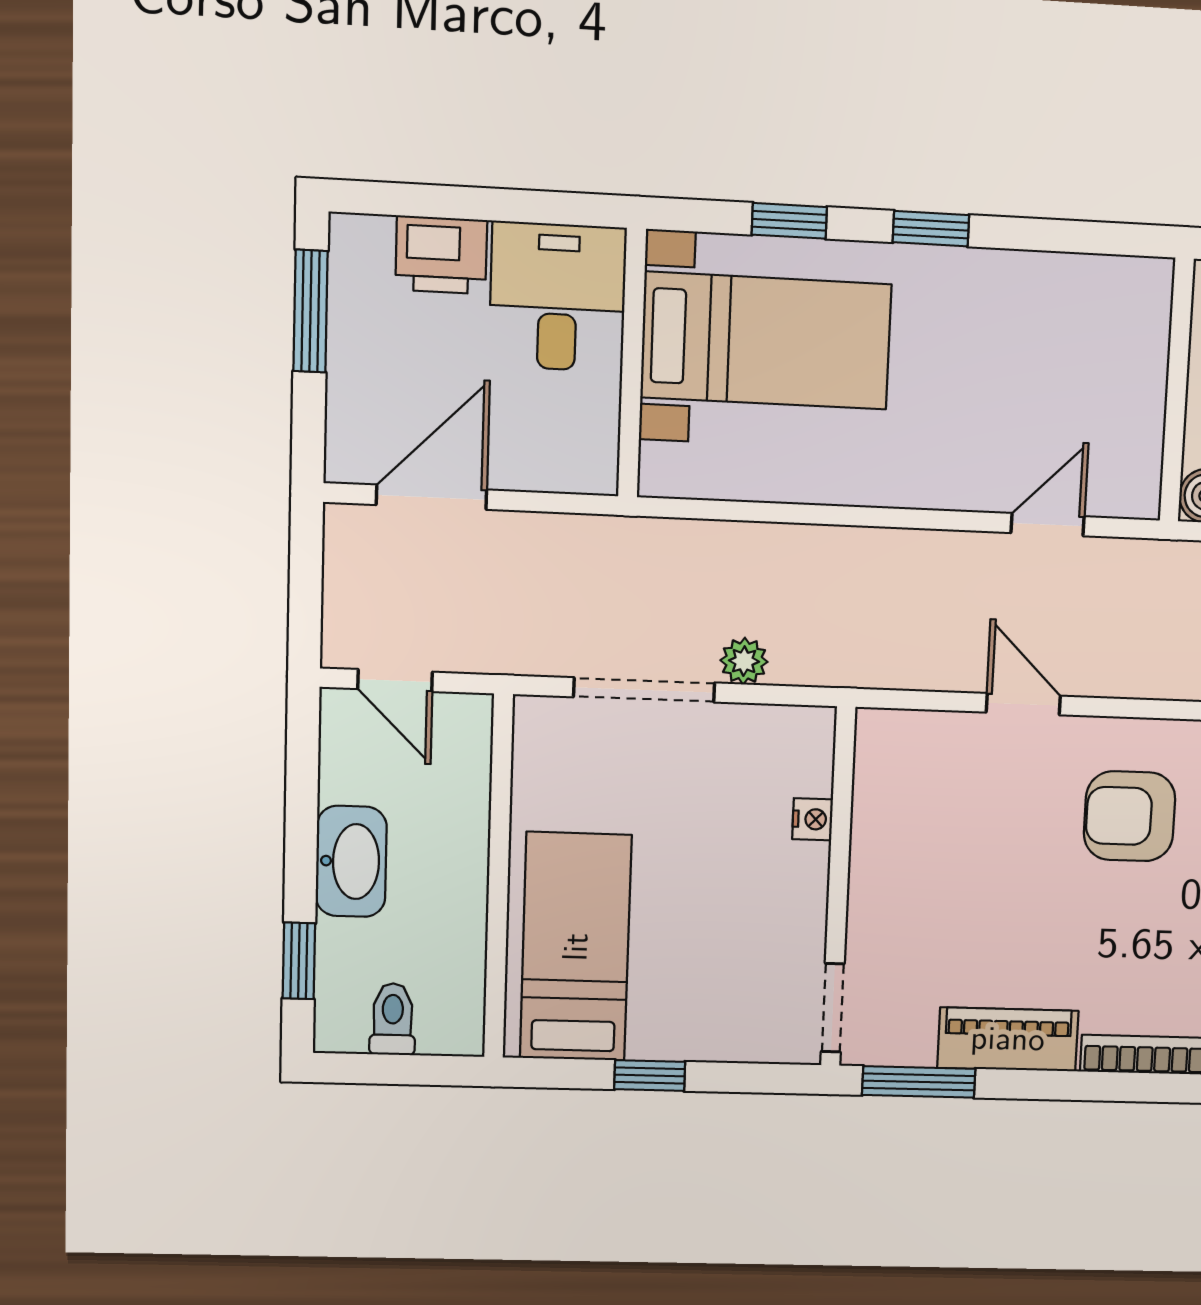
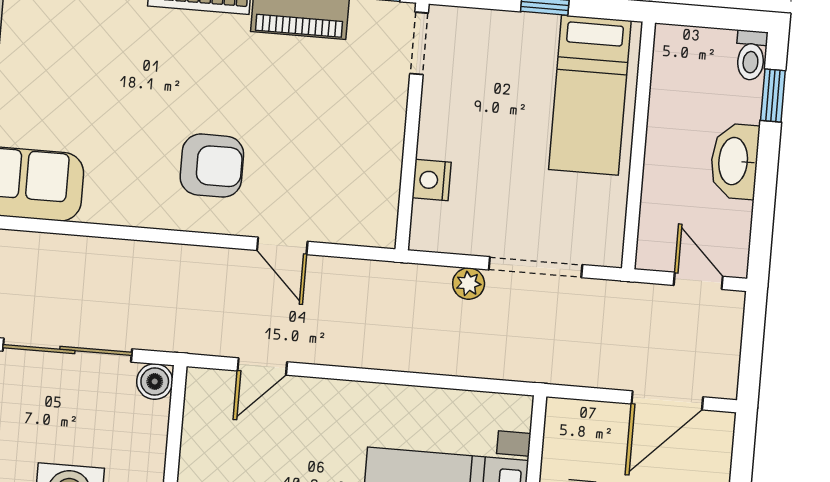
nightstand: (813, 819) -> (432, 180), width x1.39, depth x1.35
toilet: (393, 1019) -> (751, 55), moved

